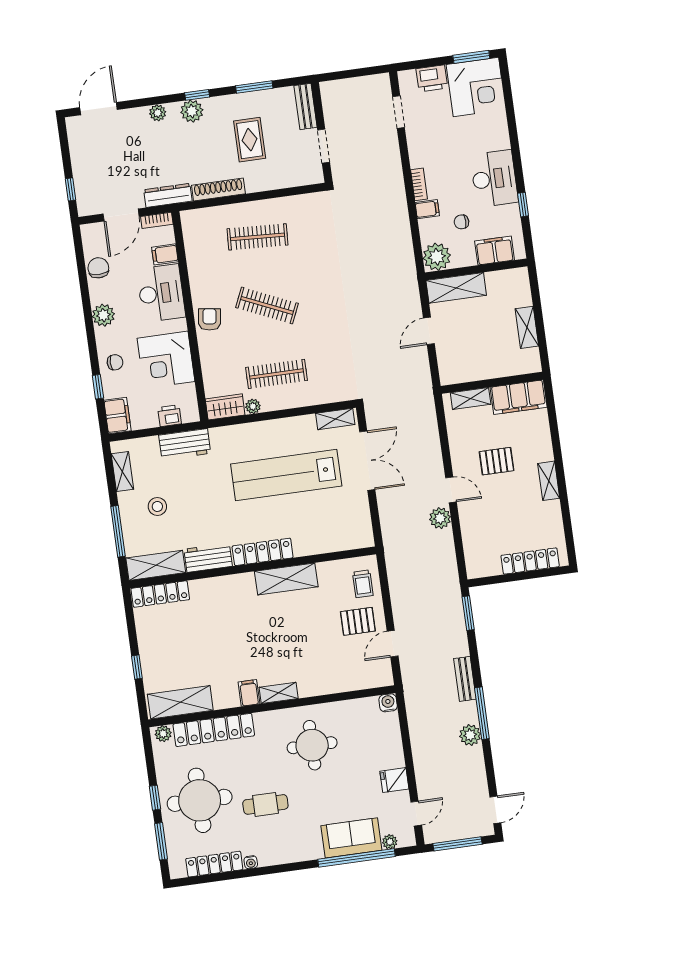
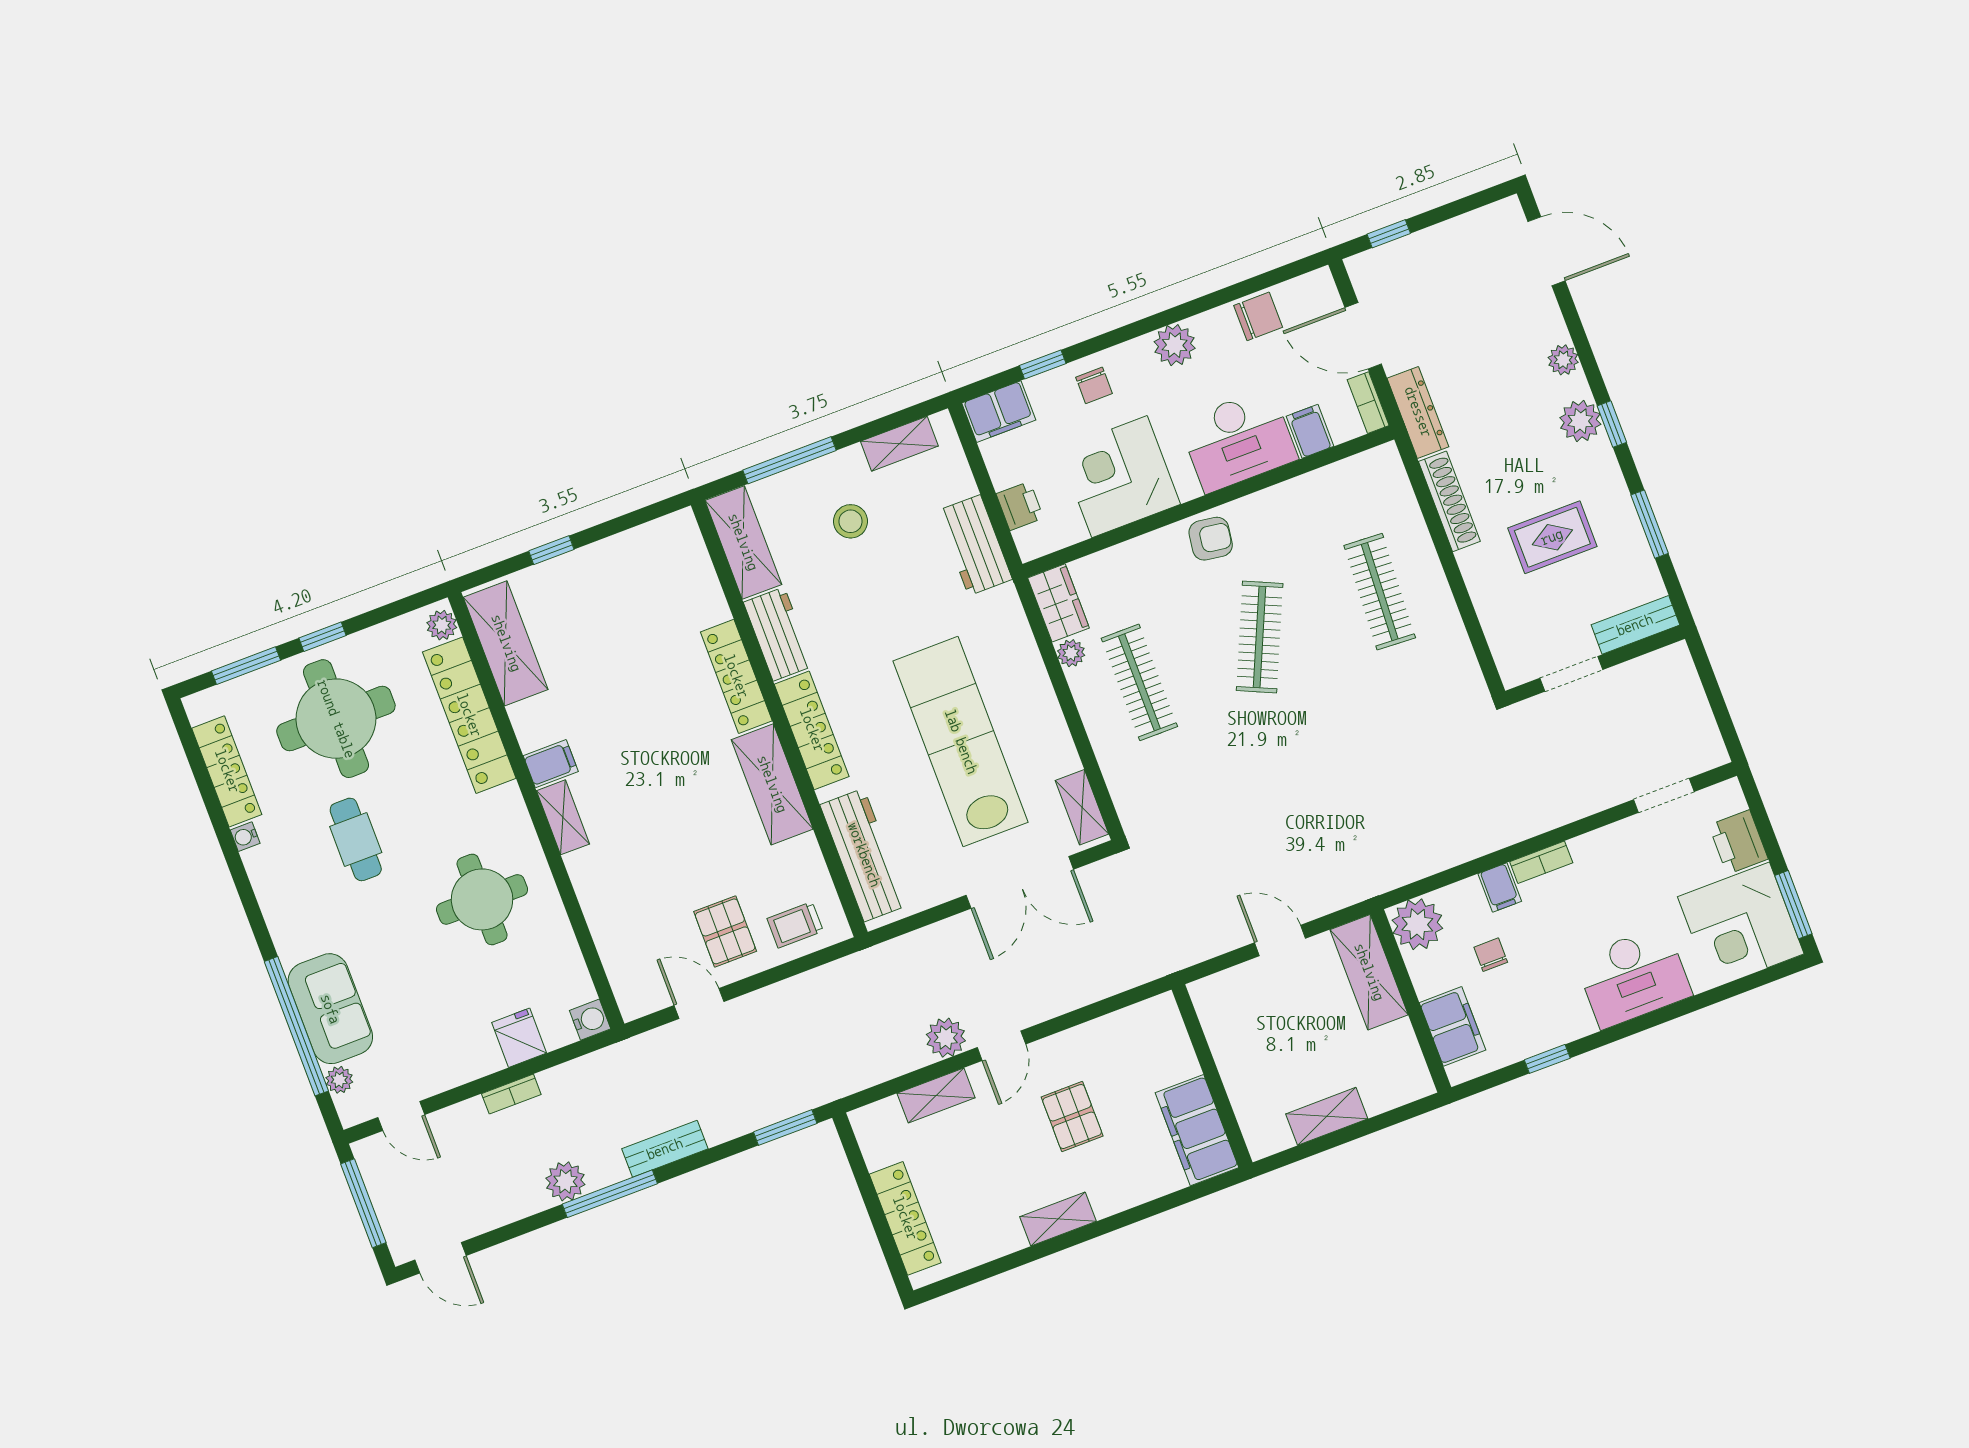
desk: (494, 179) -> (1633, 977), moved
shelving: (471, 398) -> (936, 1096), moved, turned 90
workbench: (334, 539) -> (864, 855), added
locker: (160, 594) -> (736, 676), moved
bookcase: (418, 753) -> (511, 1094), added
fridge: (394, 780) -> (519, 1038), moved

